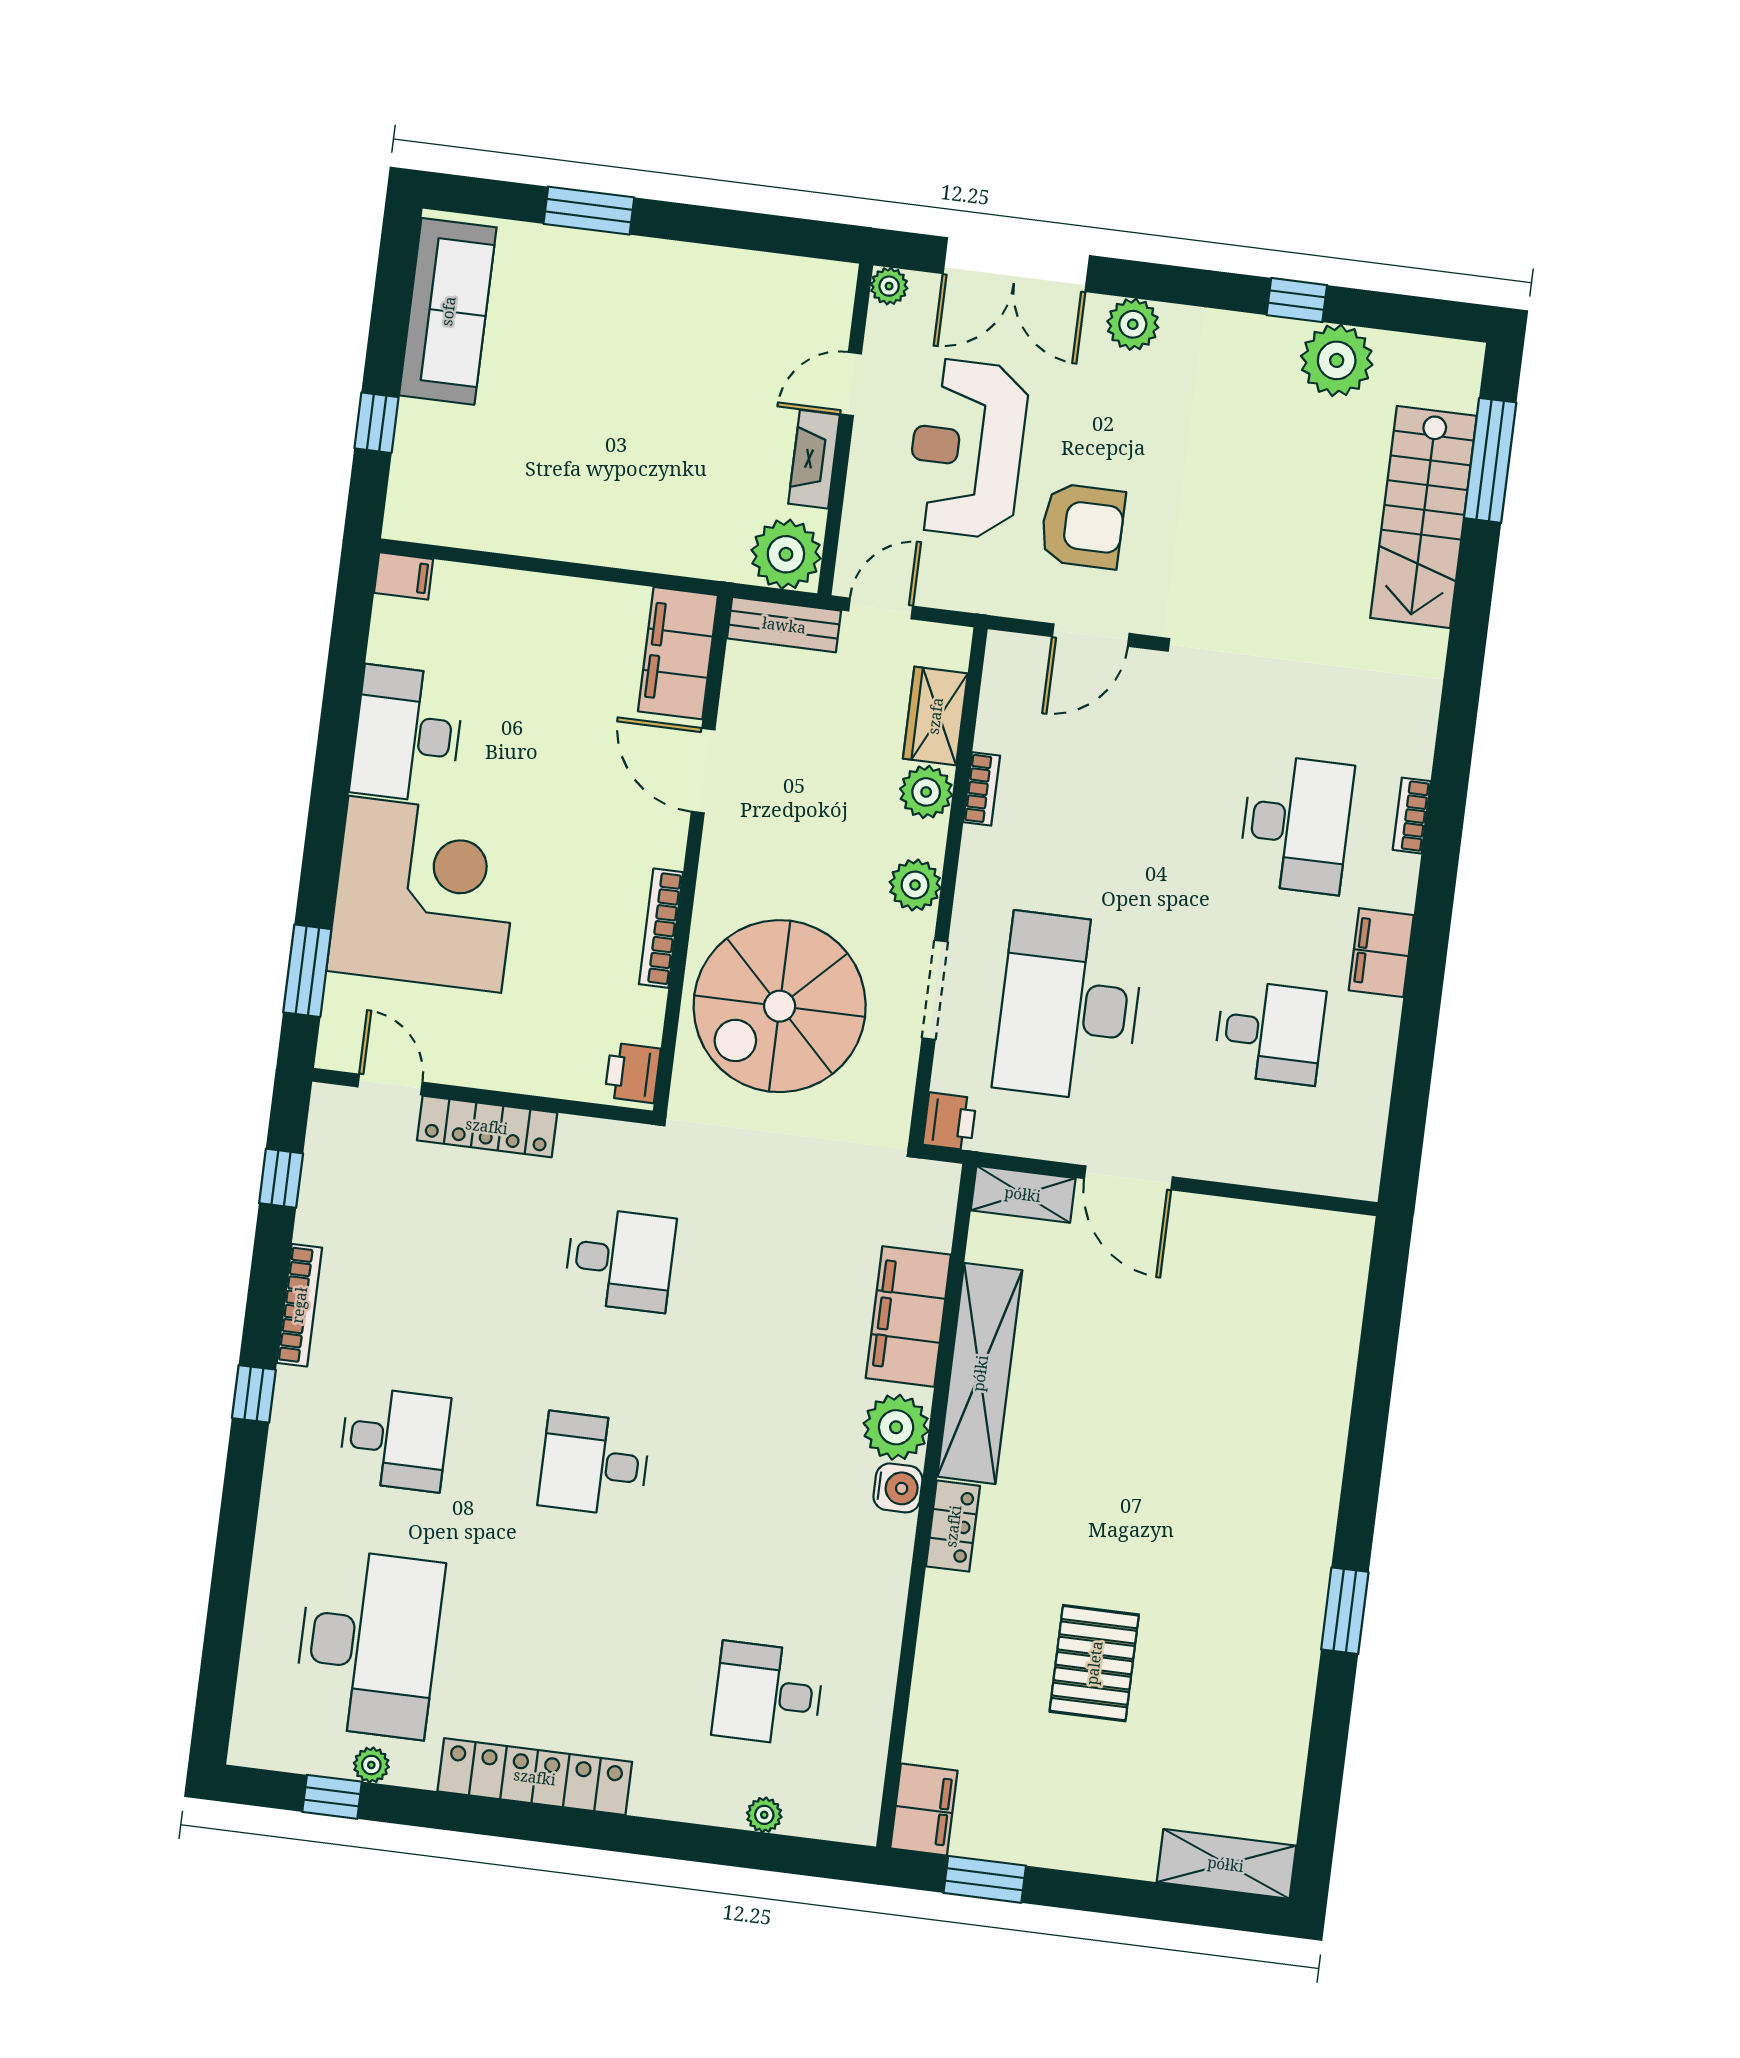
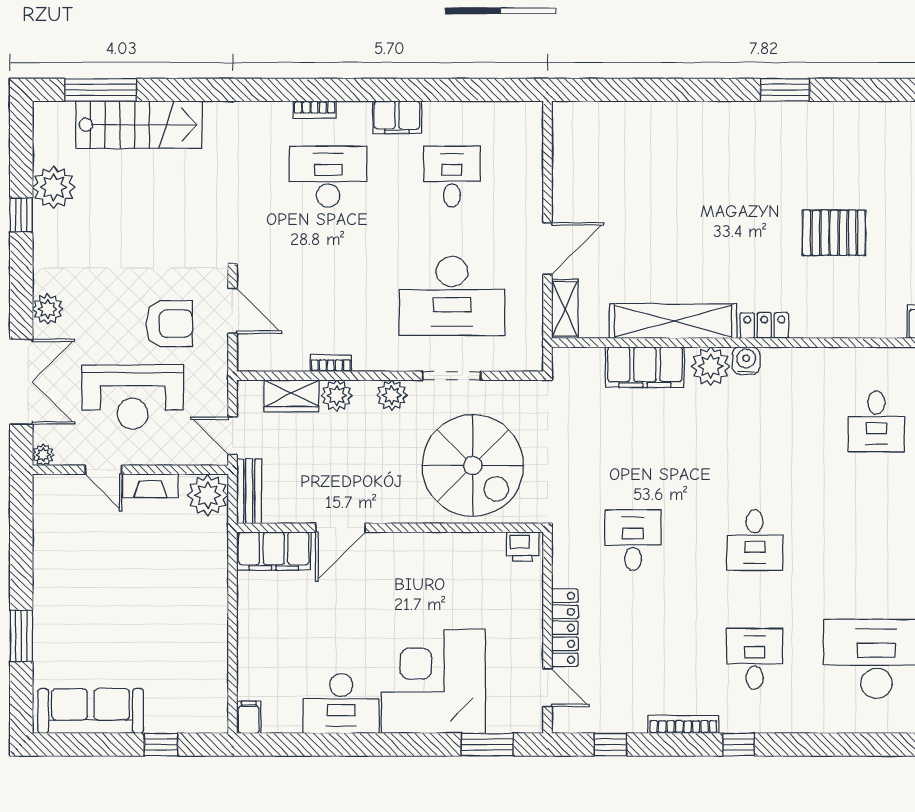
armchair: (1083, 526) -> (169, 324), turned 90
bookcase: (661, 928) -> (436, 541), removed
door: (390, 1084) -> (547, 688), swing flipped
printer: (950, 1121) -> (528, 357), removed

